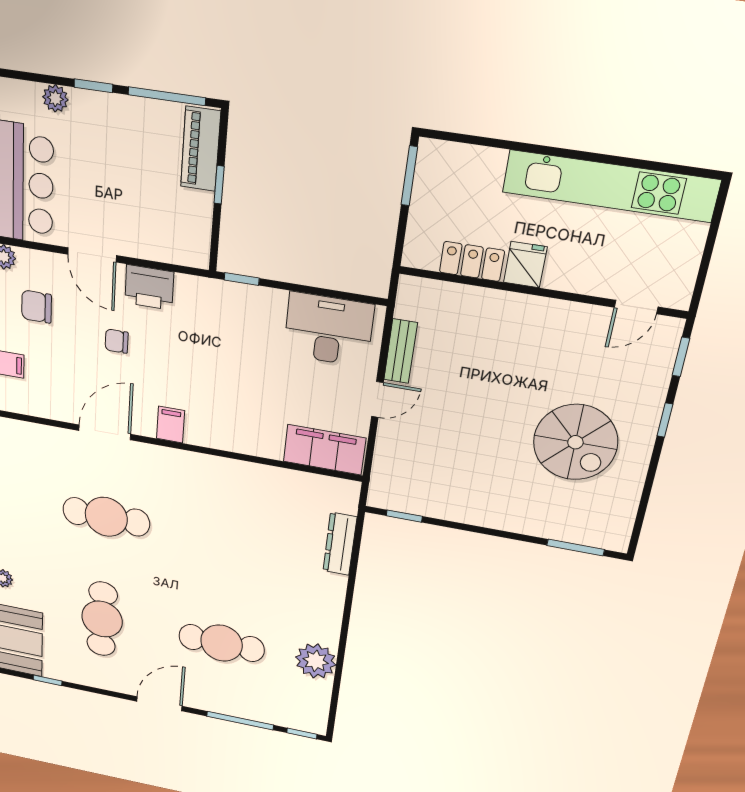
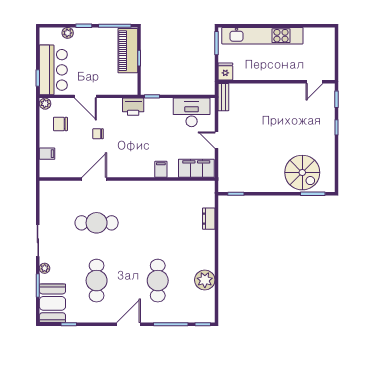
piano: (200, 149) -> (128, 51), width x1.37, depth x1.33
kitchen unit: (610, 186) -> (262, 36), moved
locker: (472, 261) -> (247, 74), removed
fridge: (525, 265) -> (225, 71), moved
printer: (149, 287) -> (133, 107), moved
bench: (401, 351) -> (223, 97), moved
door: (377, 400) -> (216, 140), swing flipped
filing cabinet: (171, 425) -> (161, 169), moved
spiral stairs: (575, 442) -> (302, 173), moved
dresser: (340, 544) -> (209, 219), width x0.70
cafe table: (222, 643) -> (158, 281), turned 90

